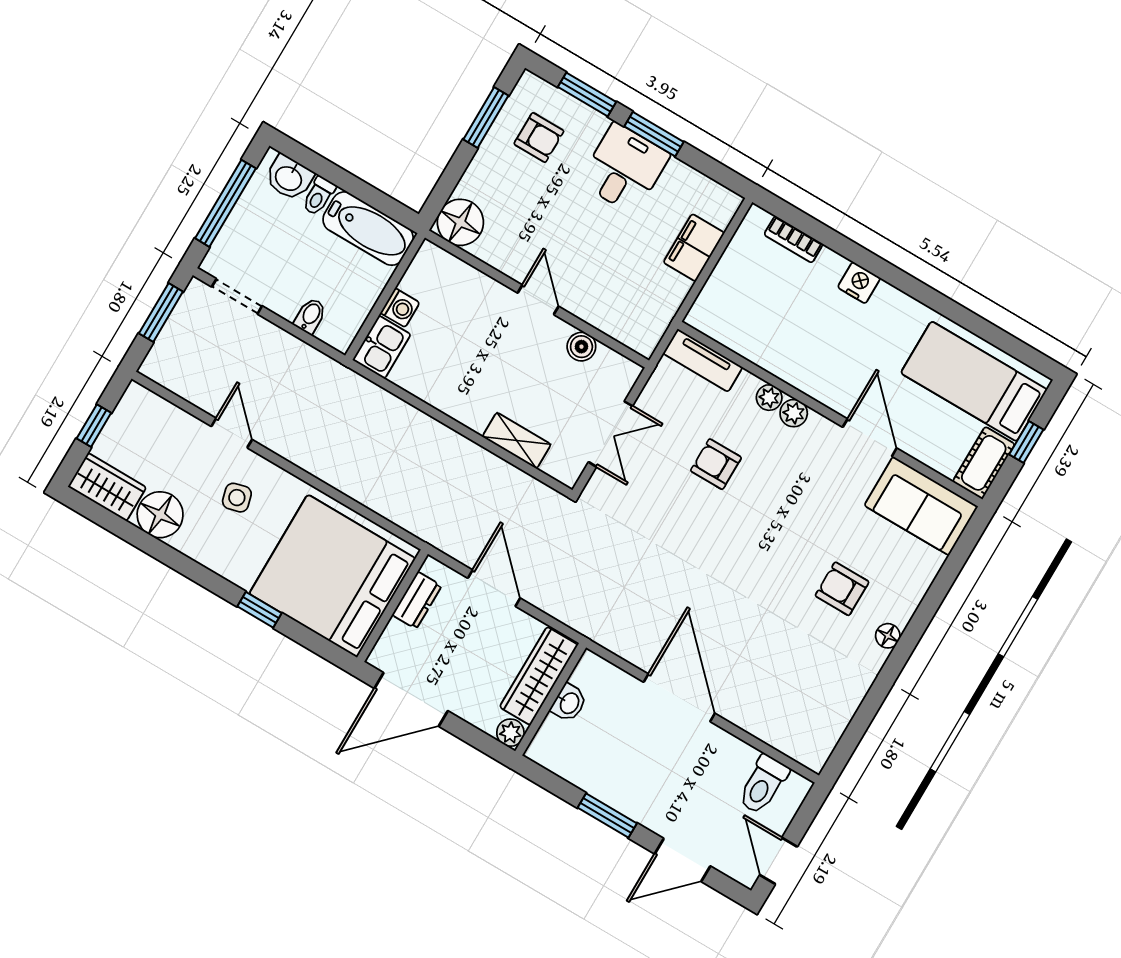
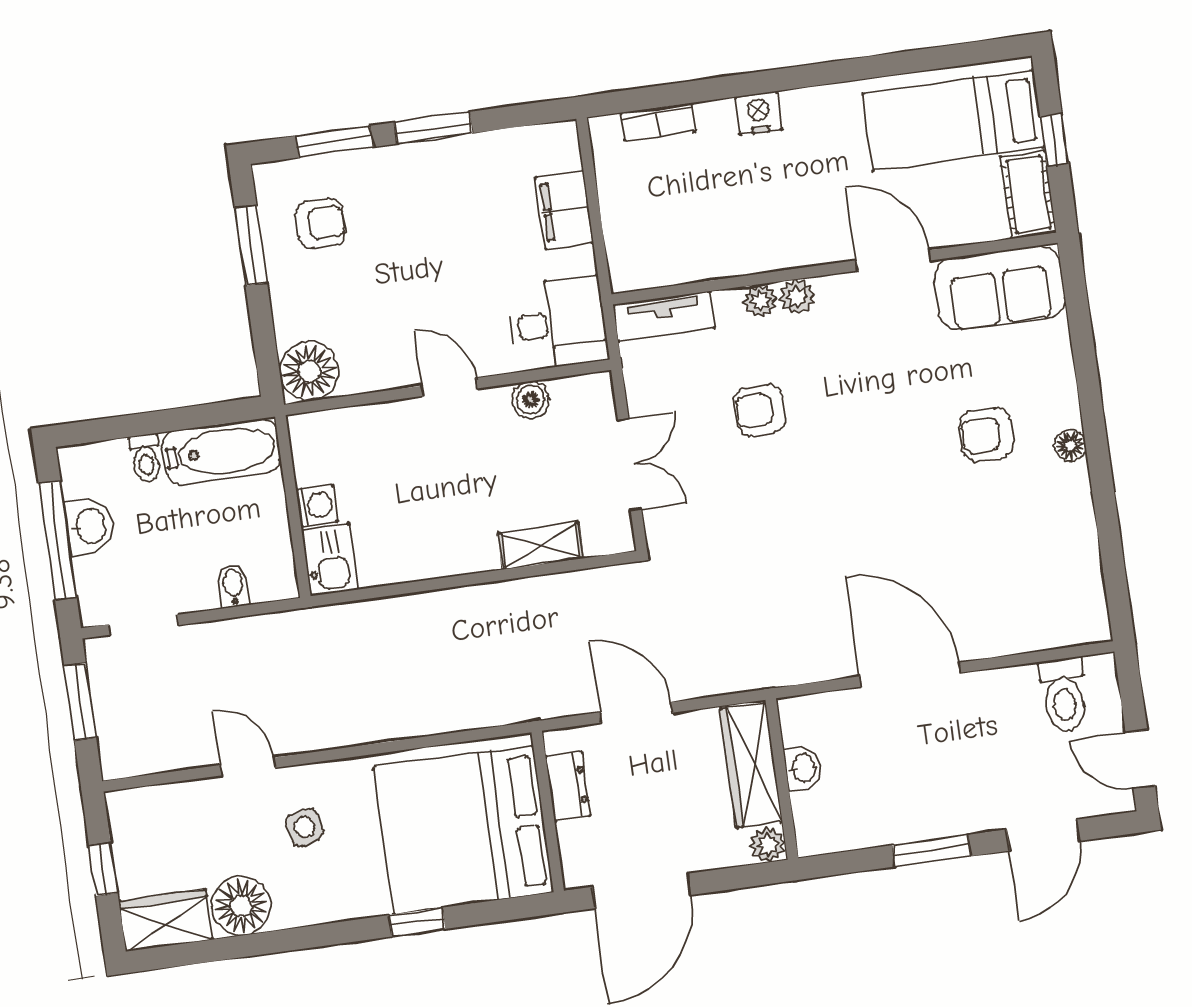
desk: (624, 168) -> (558, 323), moved, turned 90
washbasin: (289, 178) -> (90, 526), moved, turned -90

